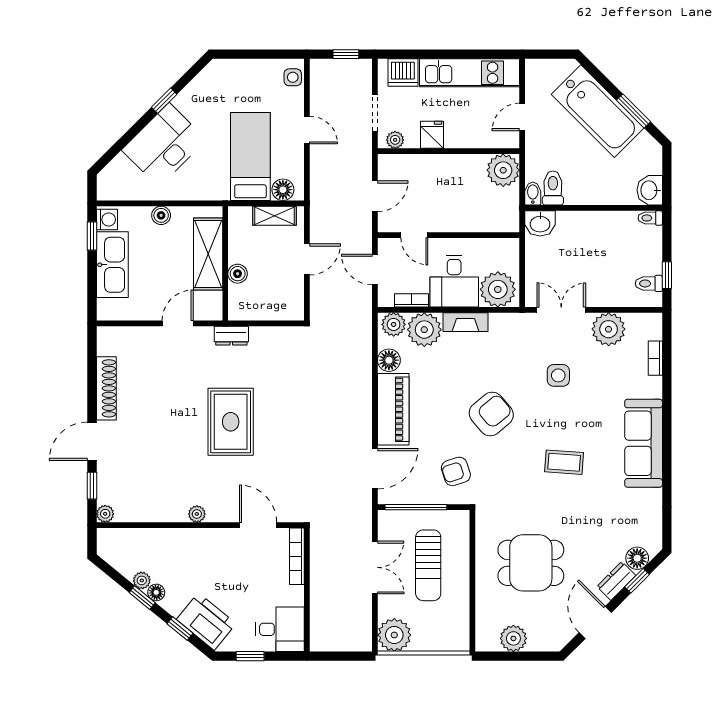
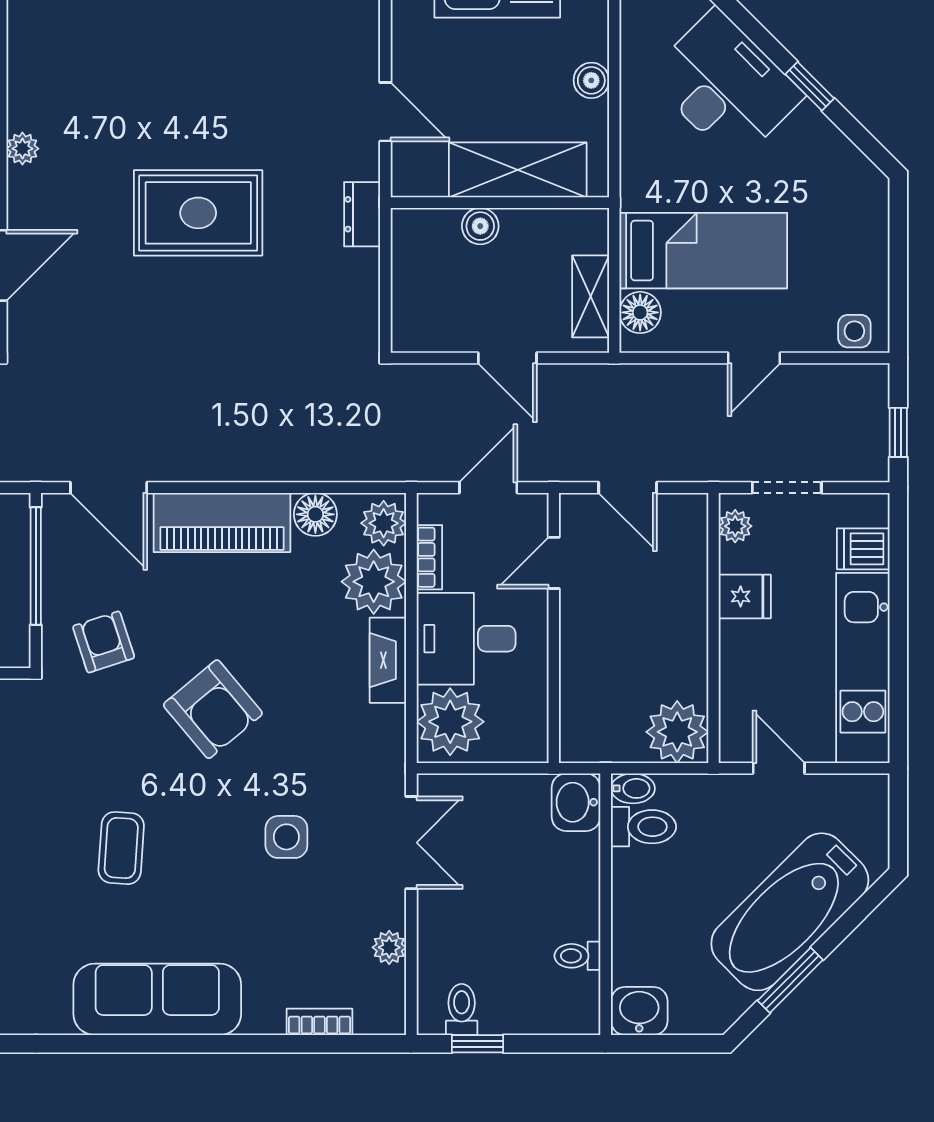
dishwasher: (403, 73) -> (863, 549), width x0.73
toilet: (650, 218) -> (577, 956), moved, turned -90
plant: (609, 329) -> (389, 947), width x0.53, depth x0.53

